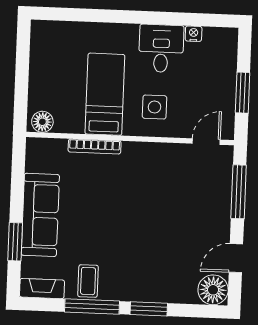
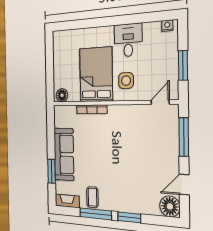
nightstand: (194, 34) -> (167, 26), moved
bed: (105, 94) -> (96, 75), width x1.50

